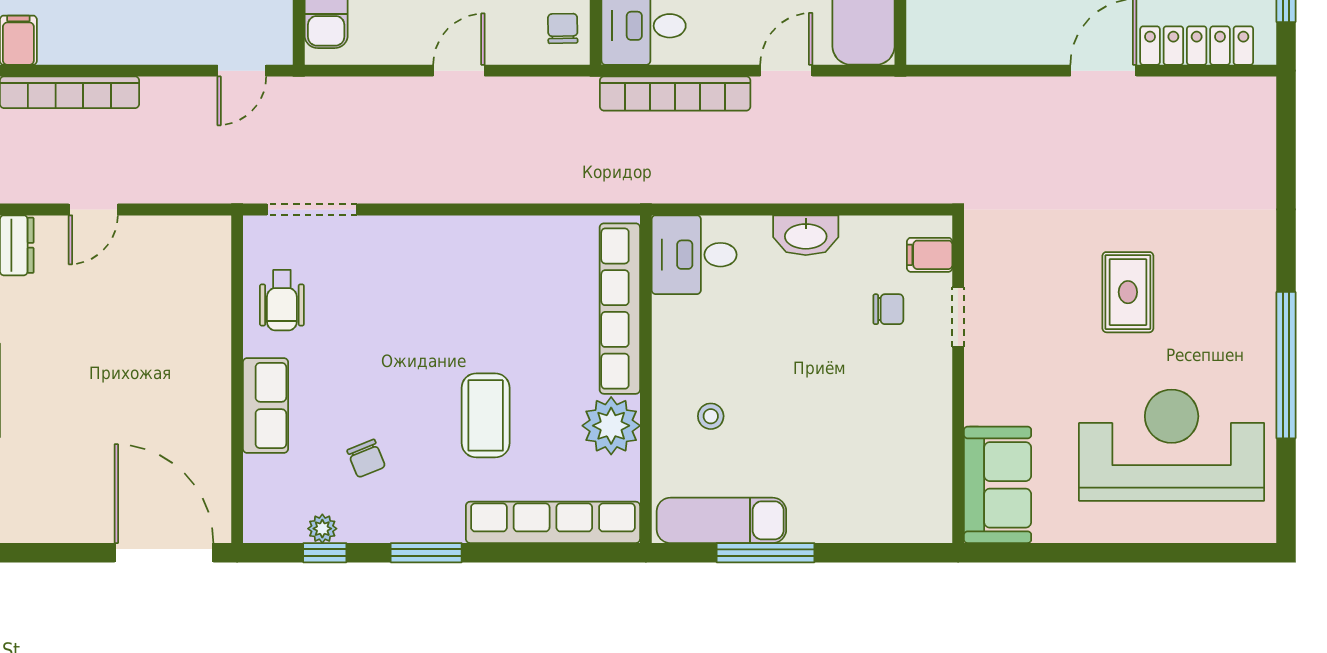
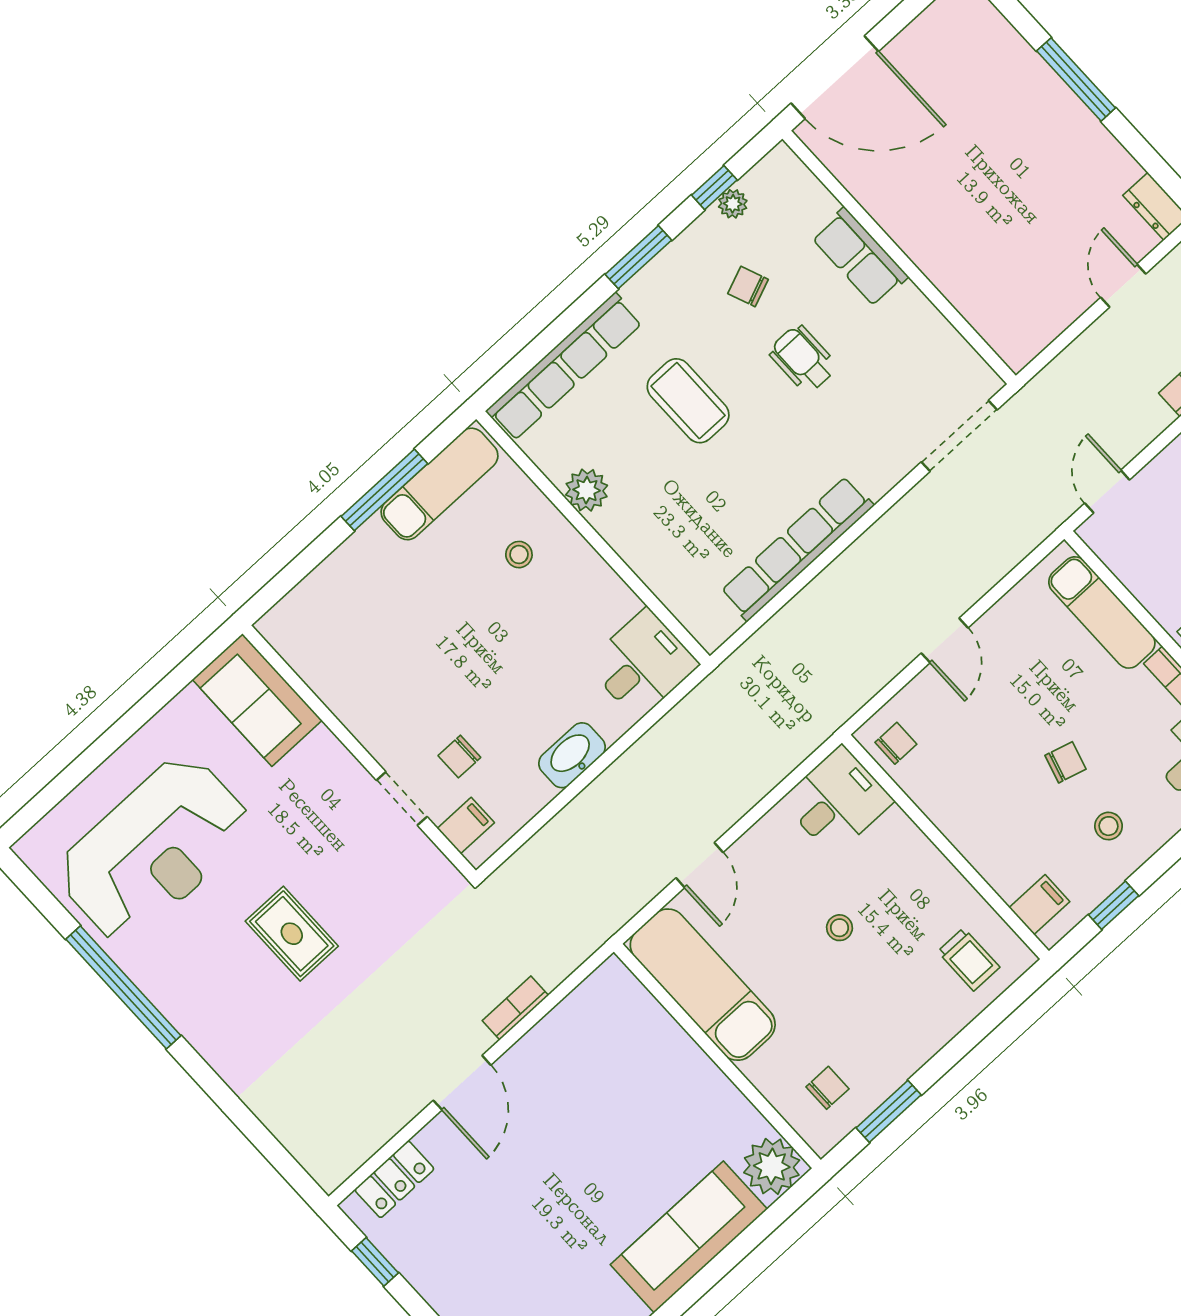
chair: (563, 28) -> (896, 743), turned -89
locker: (1197, 46) -> (394, 1179), width x0.66
bookcase: (675, 94) -> (515, 1008), moved, width x0.43, depth x0.76
wheelchair: (282, 300) -> (803, 359), moved
row of seats: (620, 309) -> (797, 549), moved, turned -90
plant: (611, 426) -> (587, 490), width x0.73, depth x0.73

